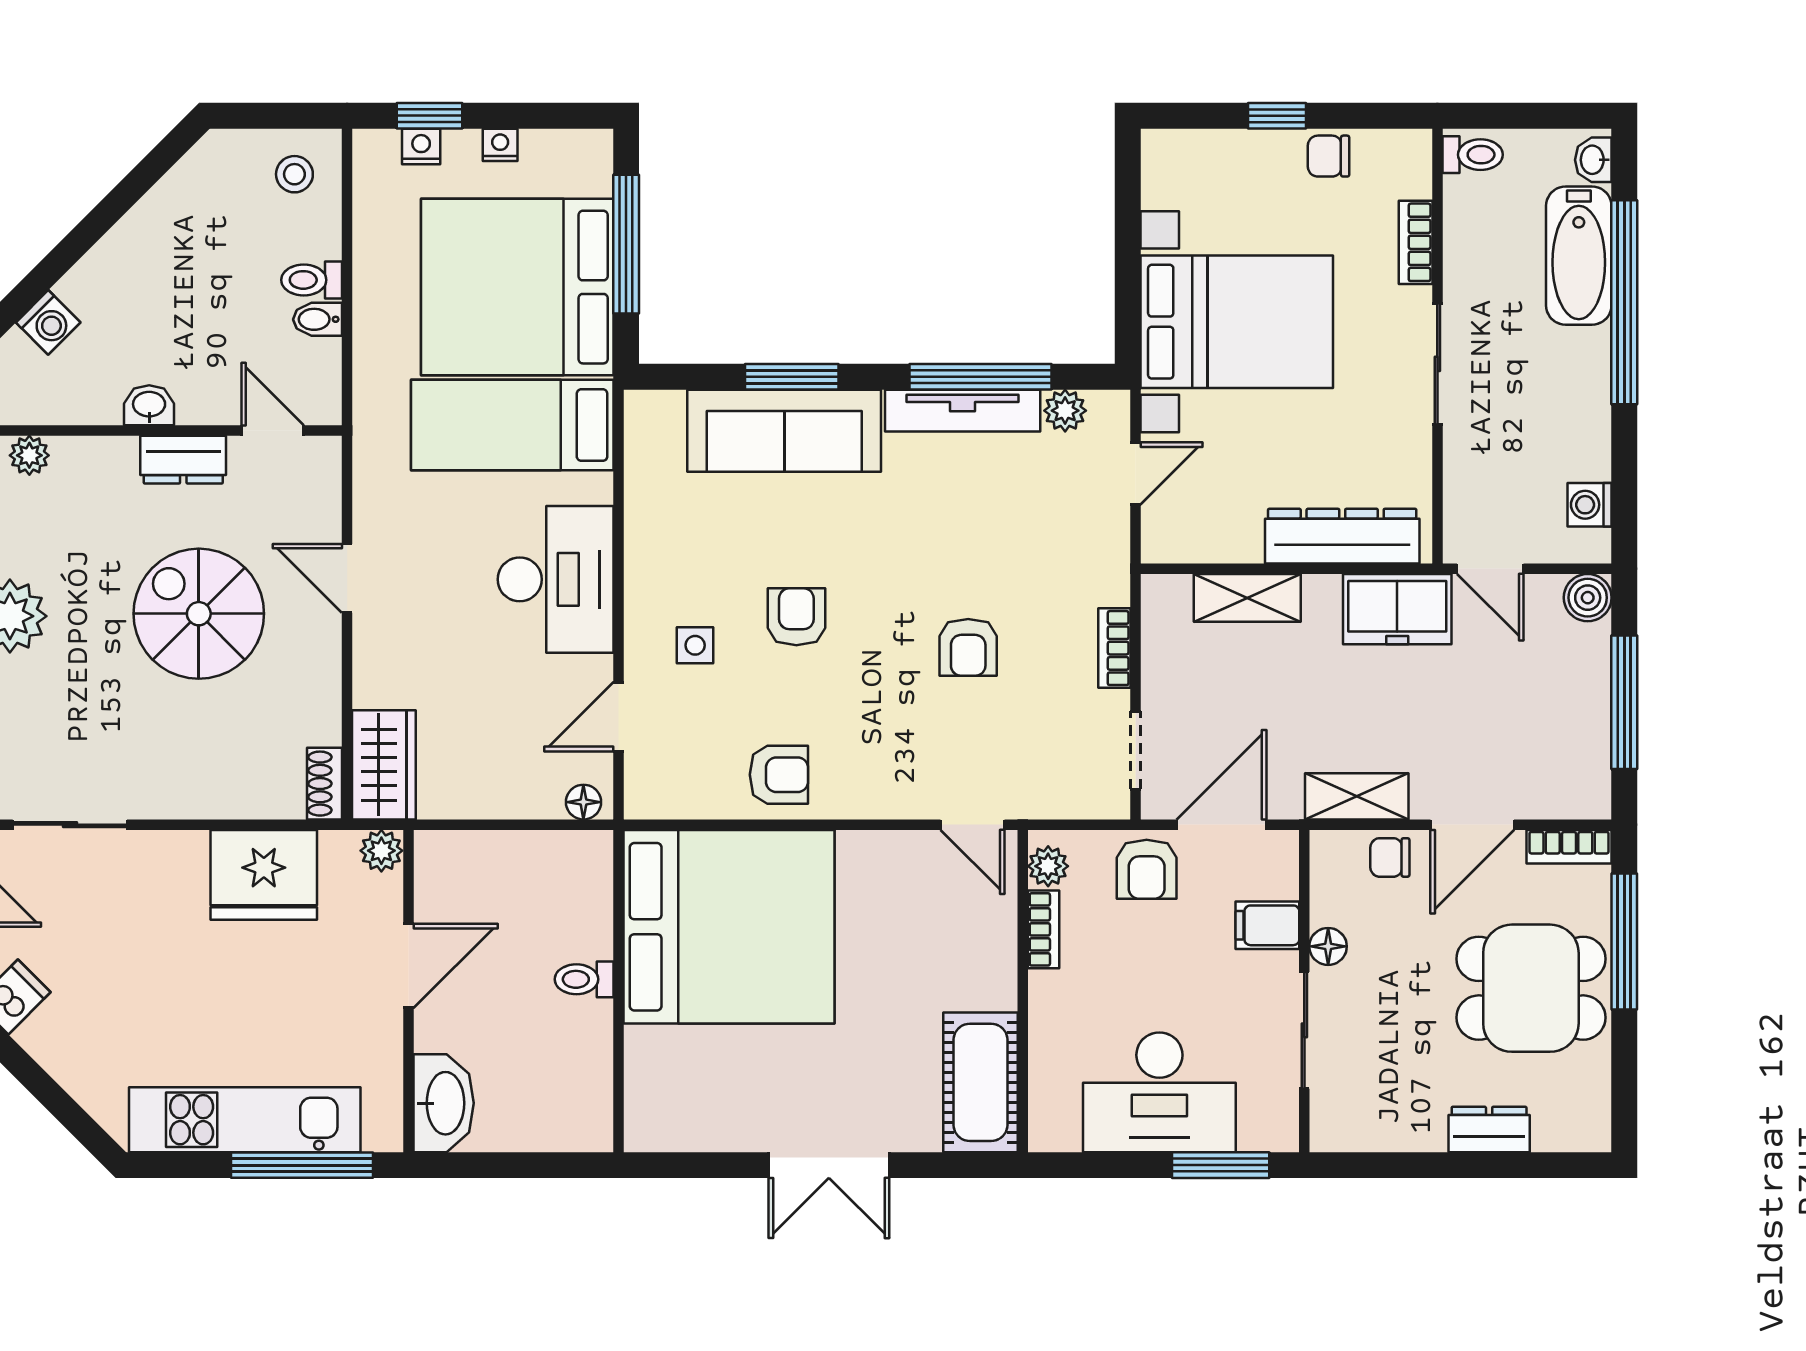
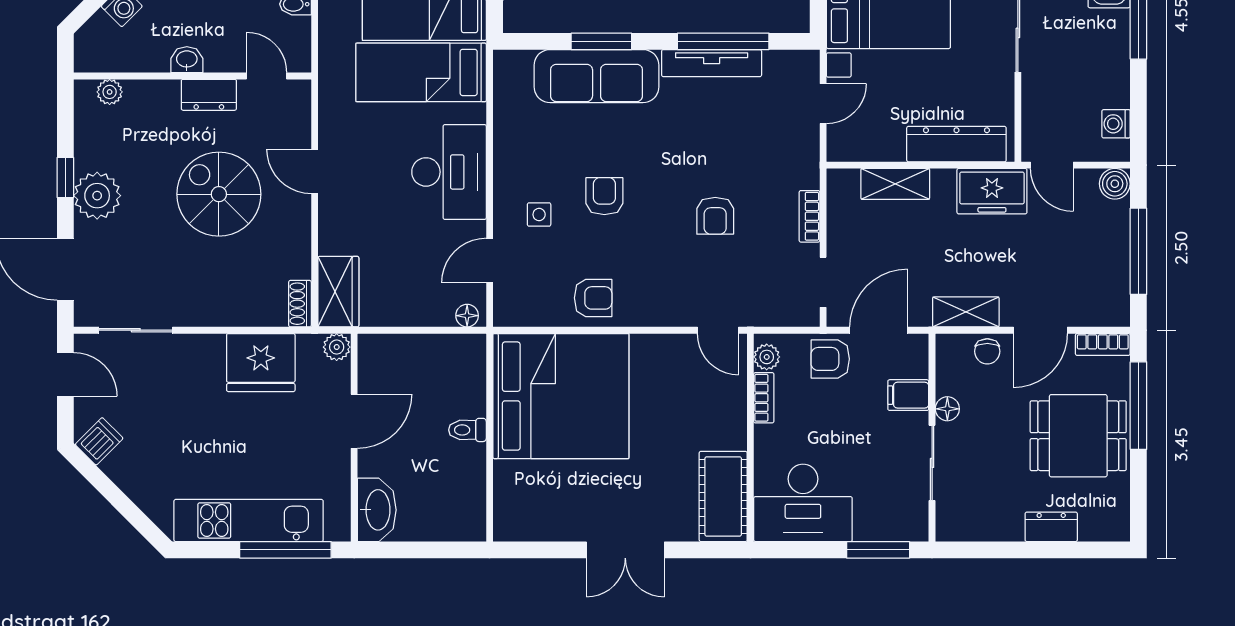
plant: (1065, 411) -> (778, 63), removed
chair: (1390, 857) -> (987, 351), turned -90
armchair: (1147, 869) -> (830, 359), turned 90
desk: (1159, 1092) -> (803, 503), moved

